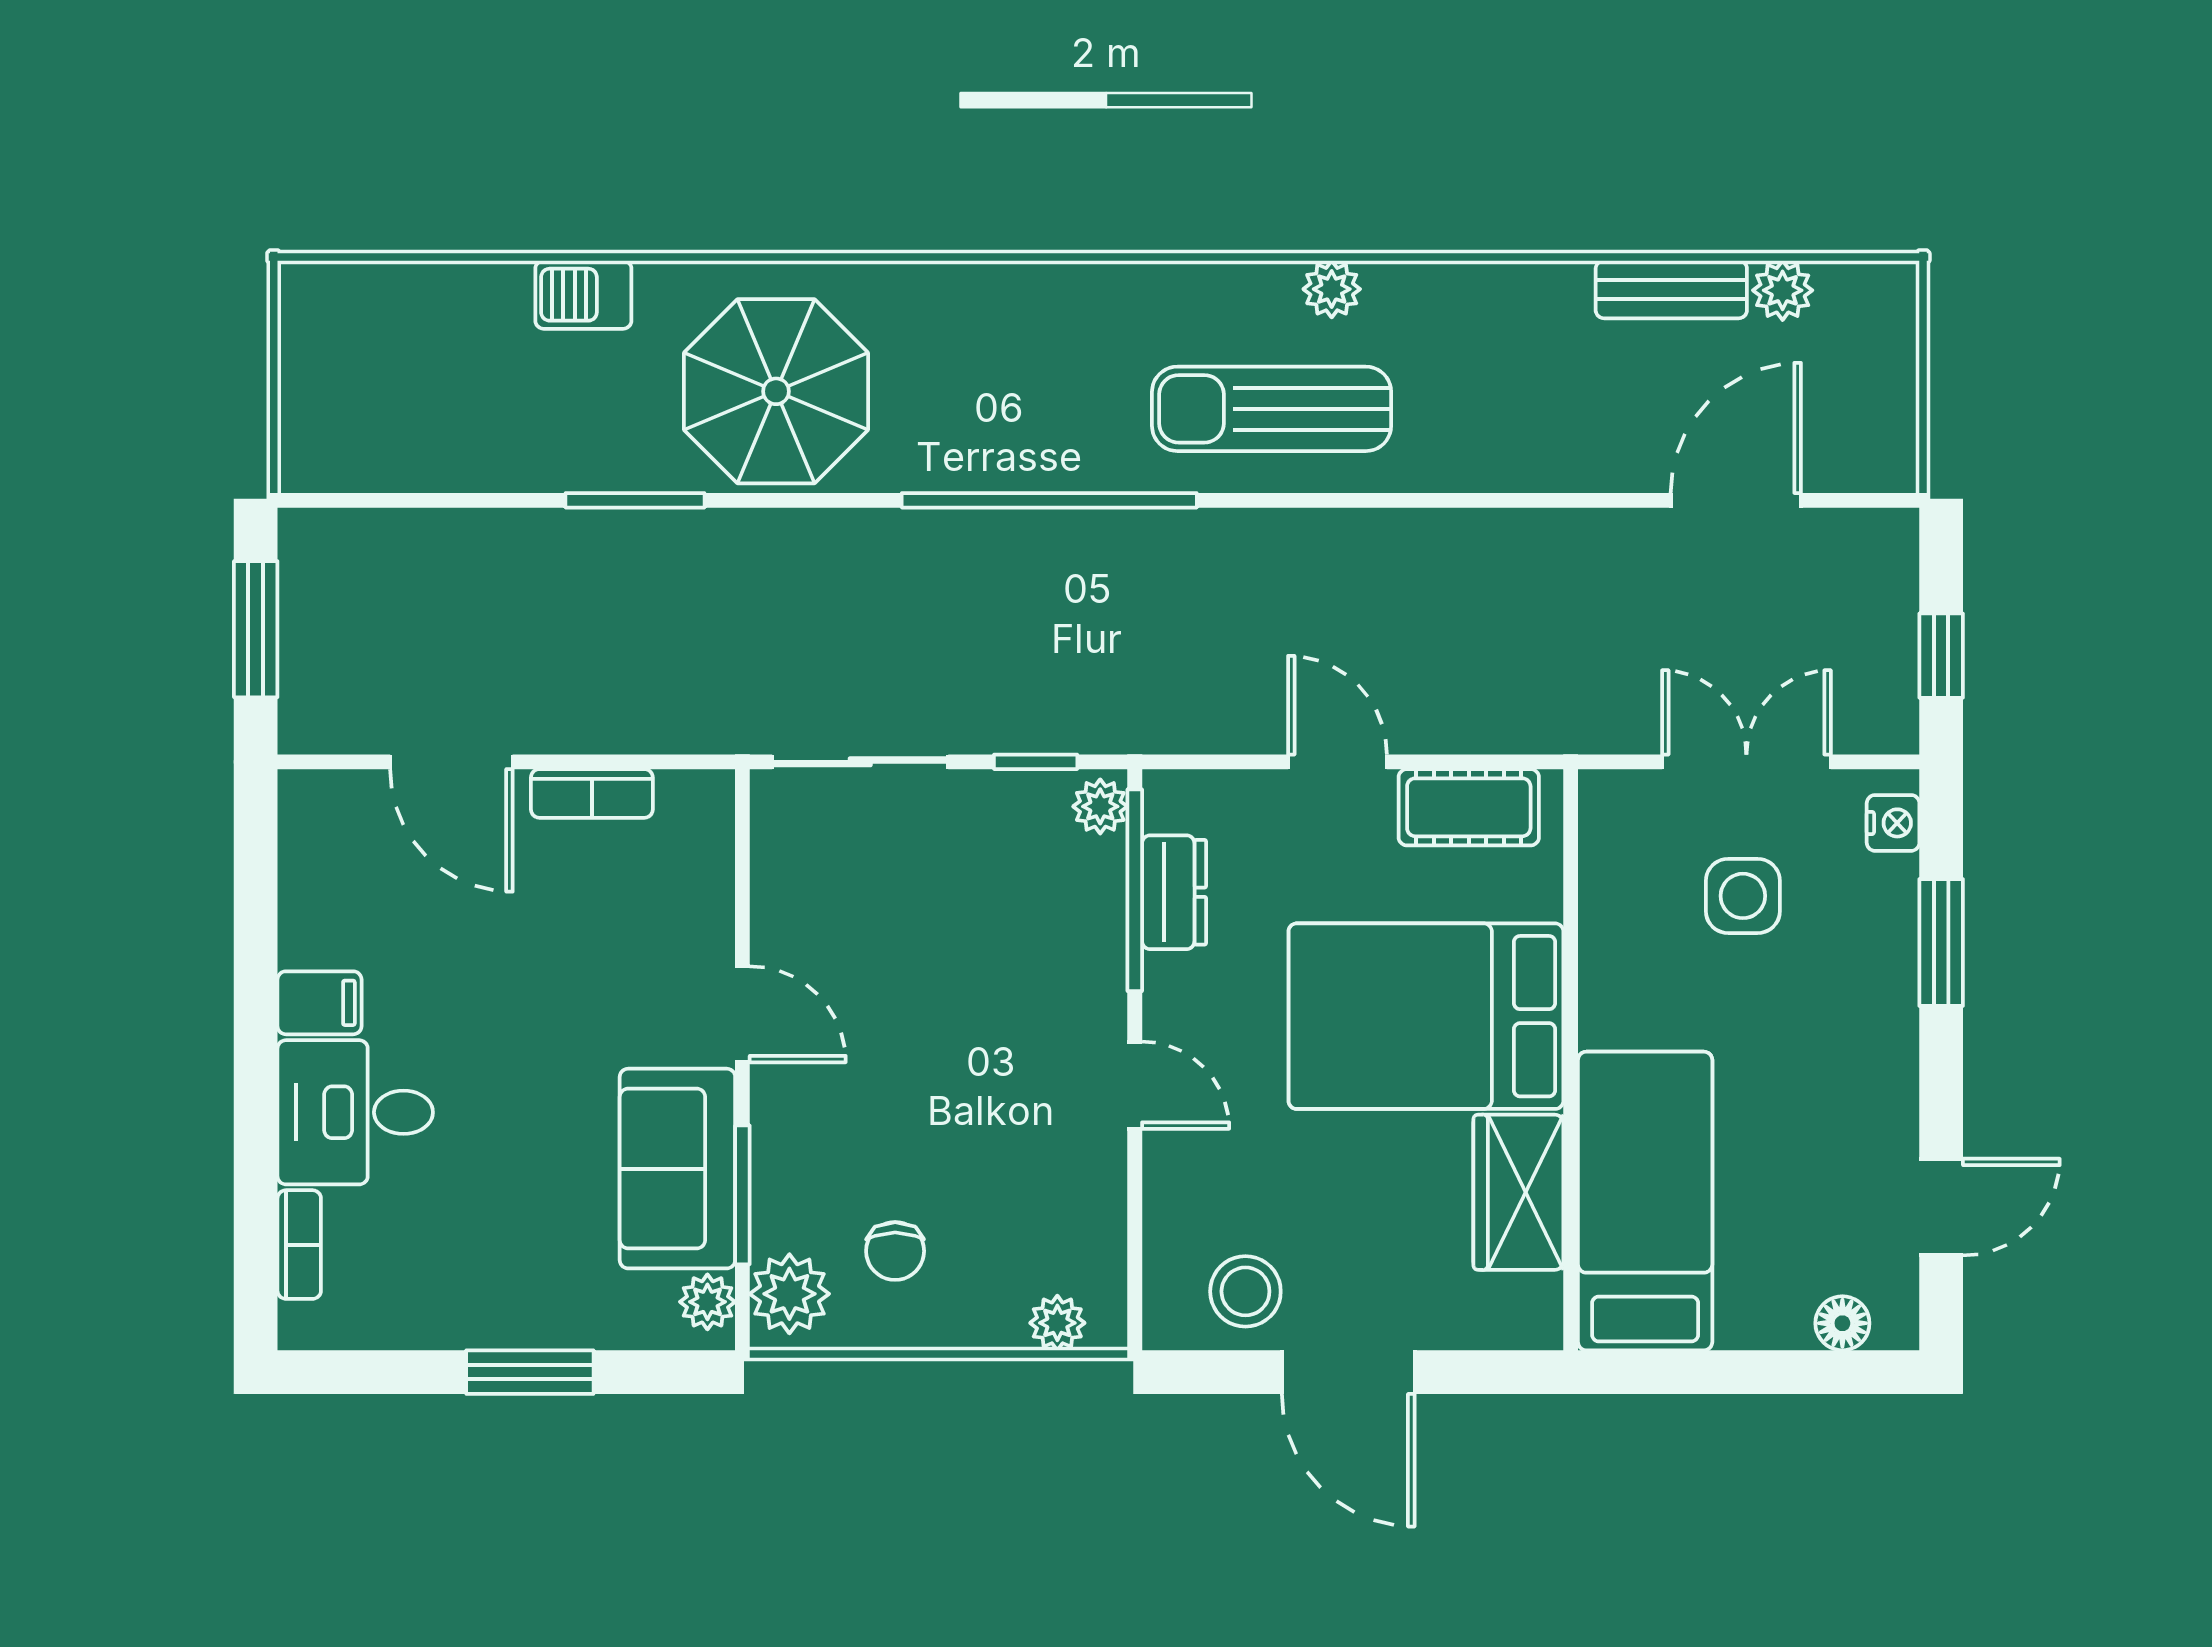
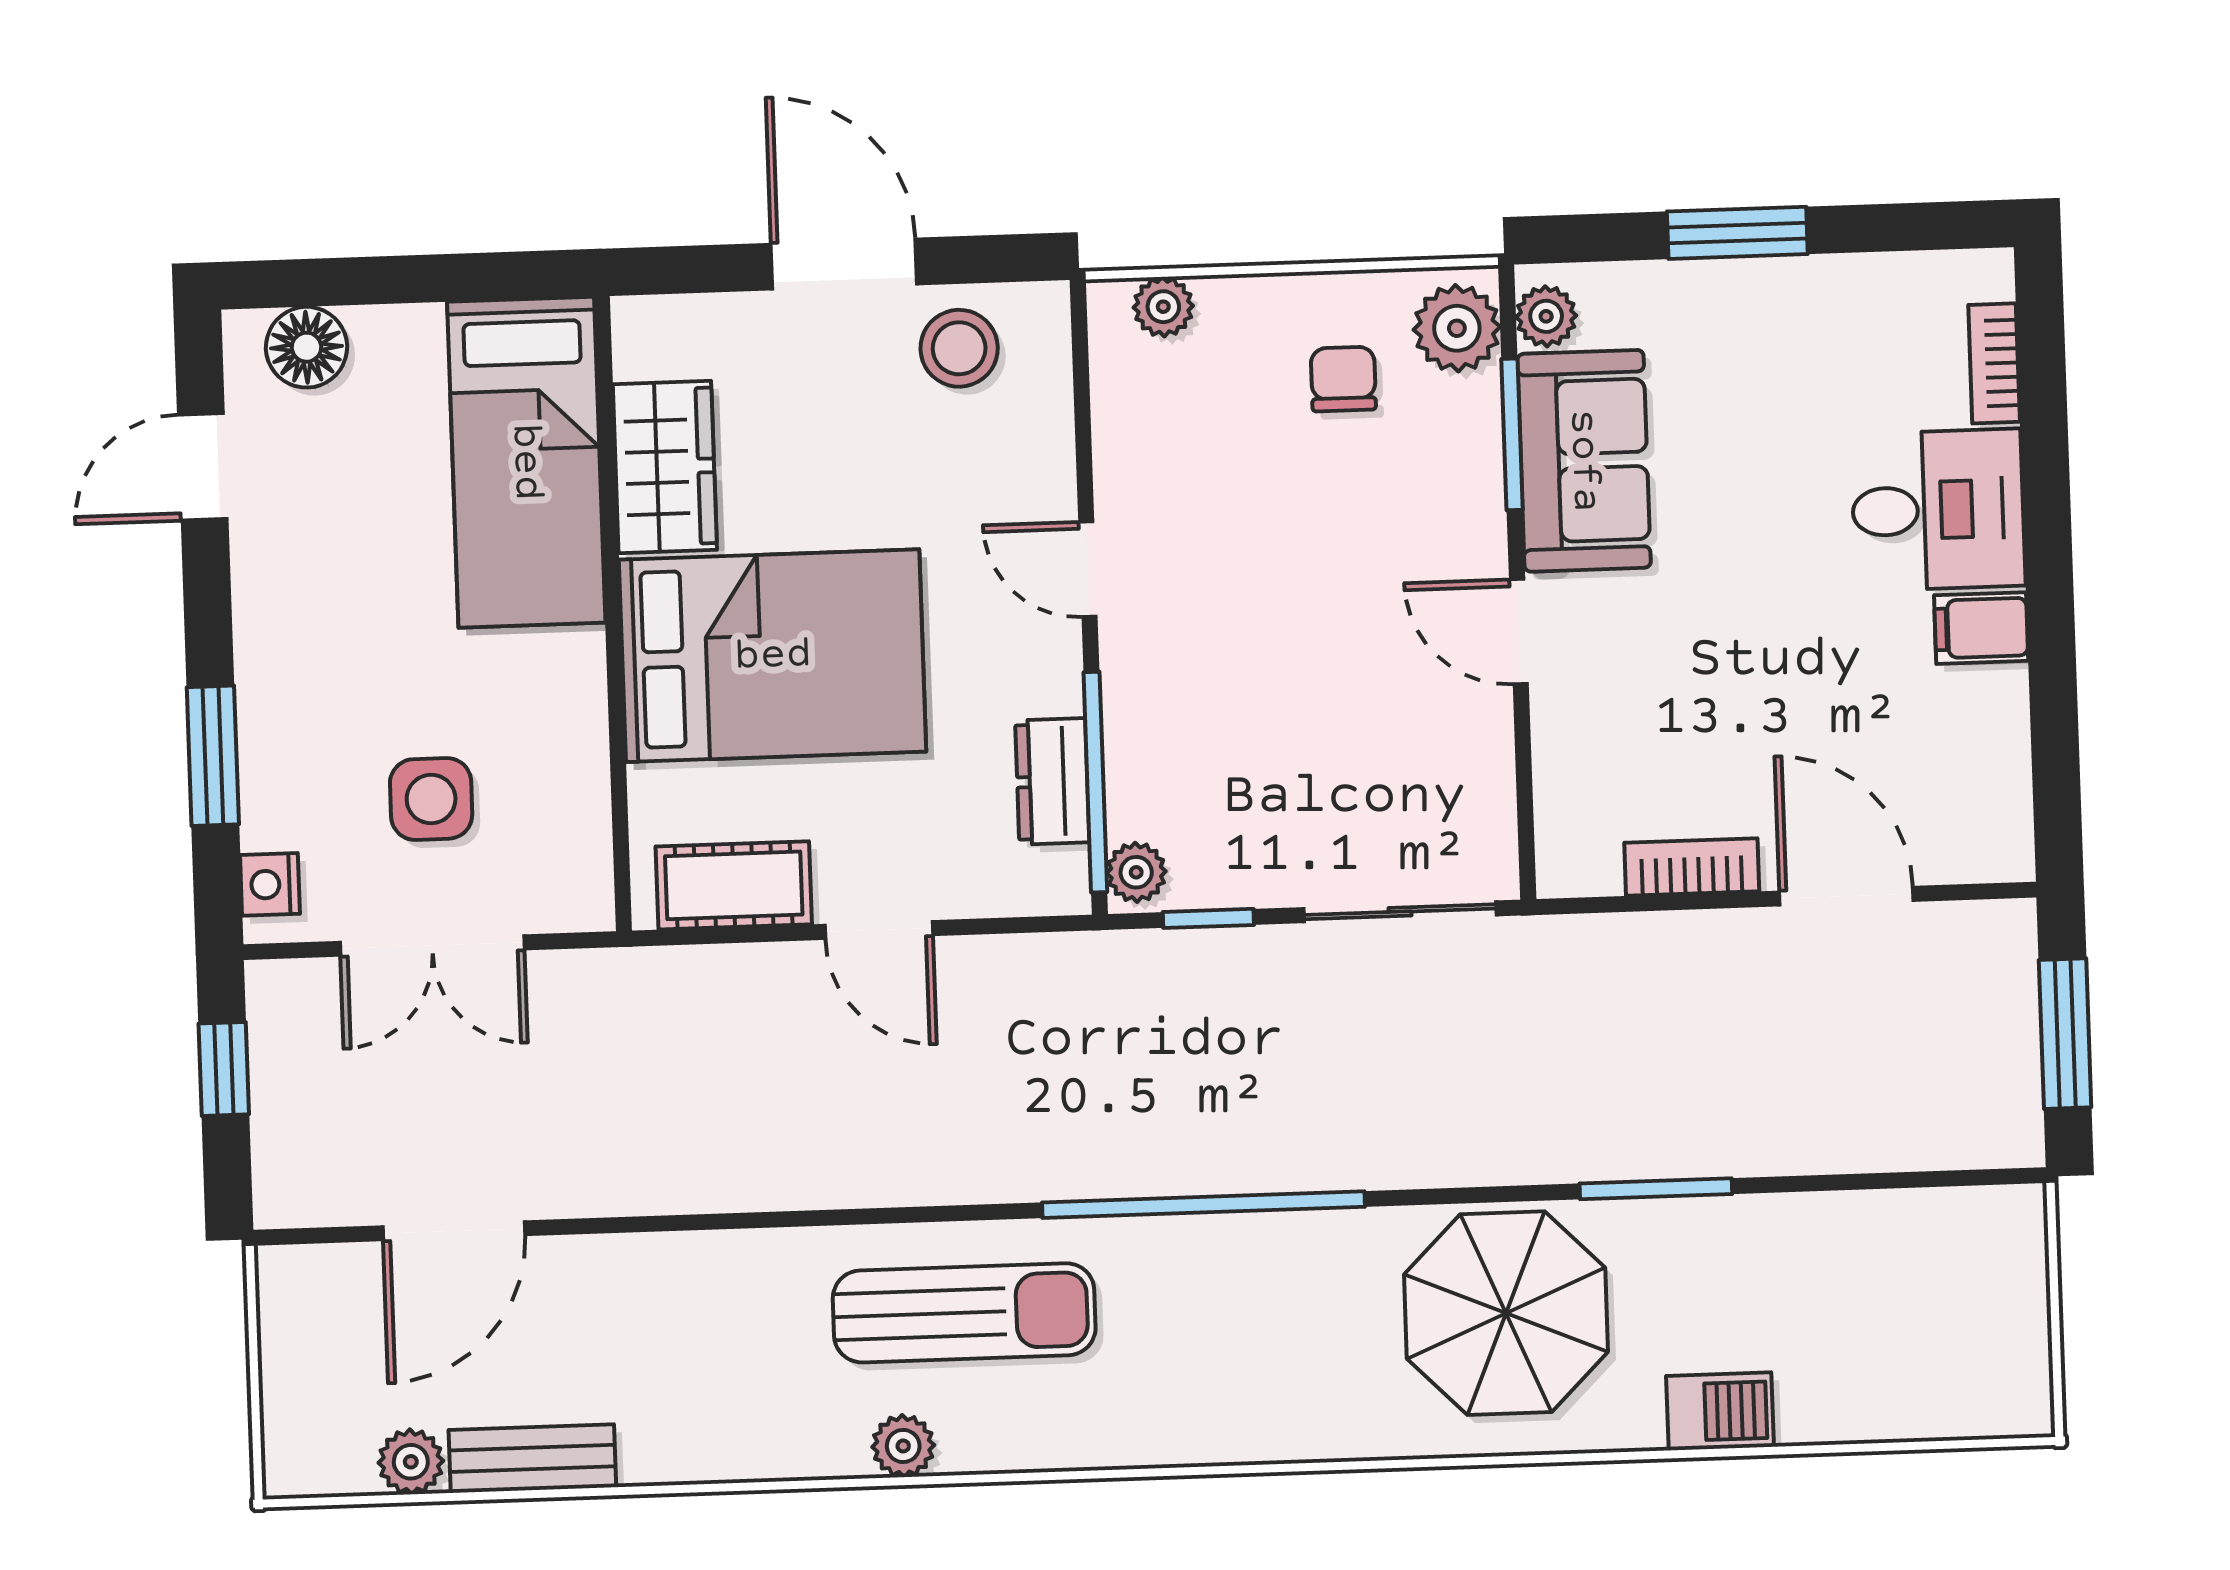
floor lamp: (1842, 1323) -> (306, 347), width x1.37, depth x1.37

